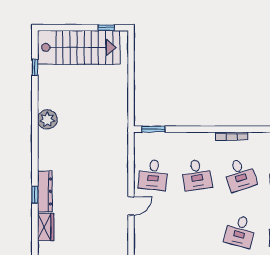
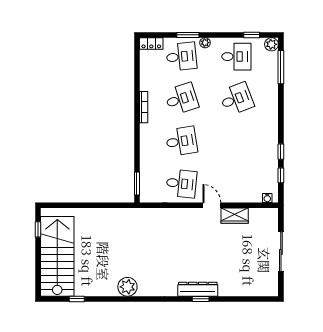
wardrobe: (46, 227) -> (235, 216), moved, turned 180
desk: (240, 231) -> (236, 99), turned -36

